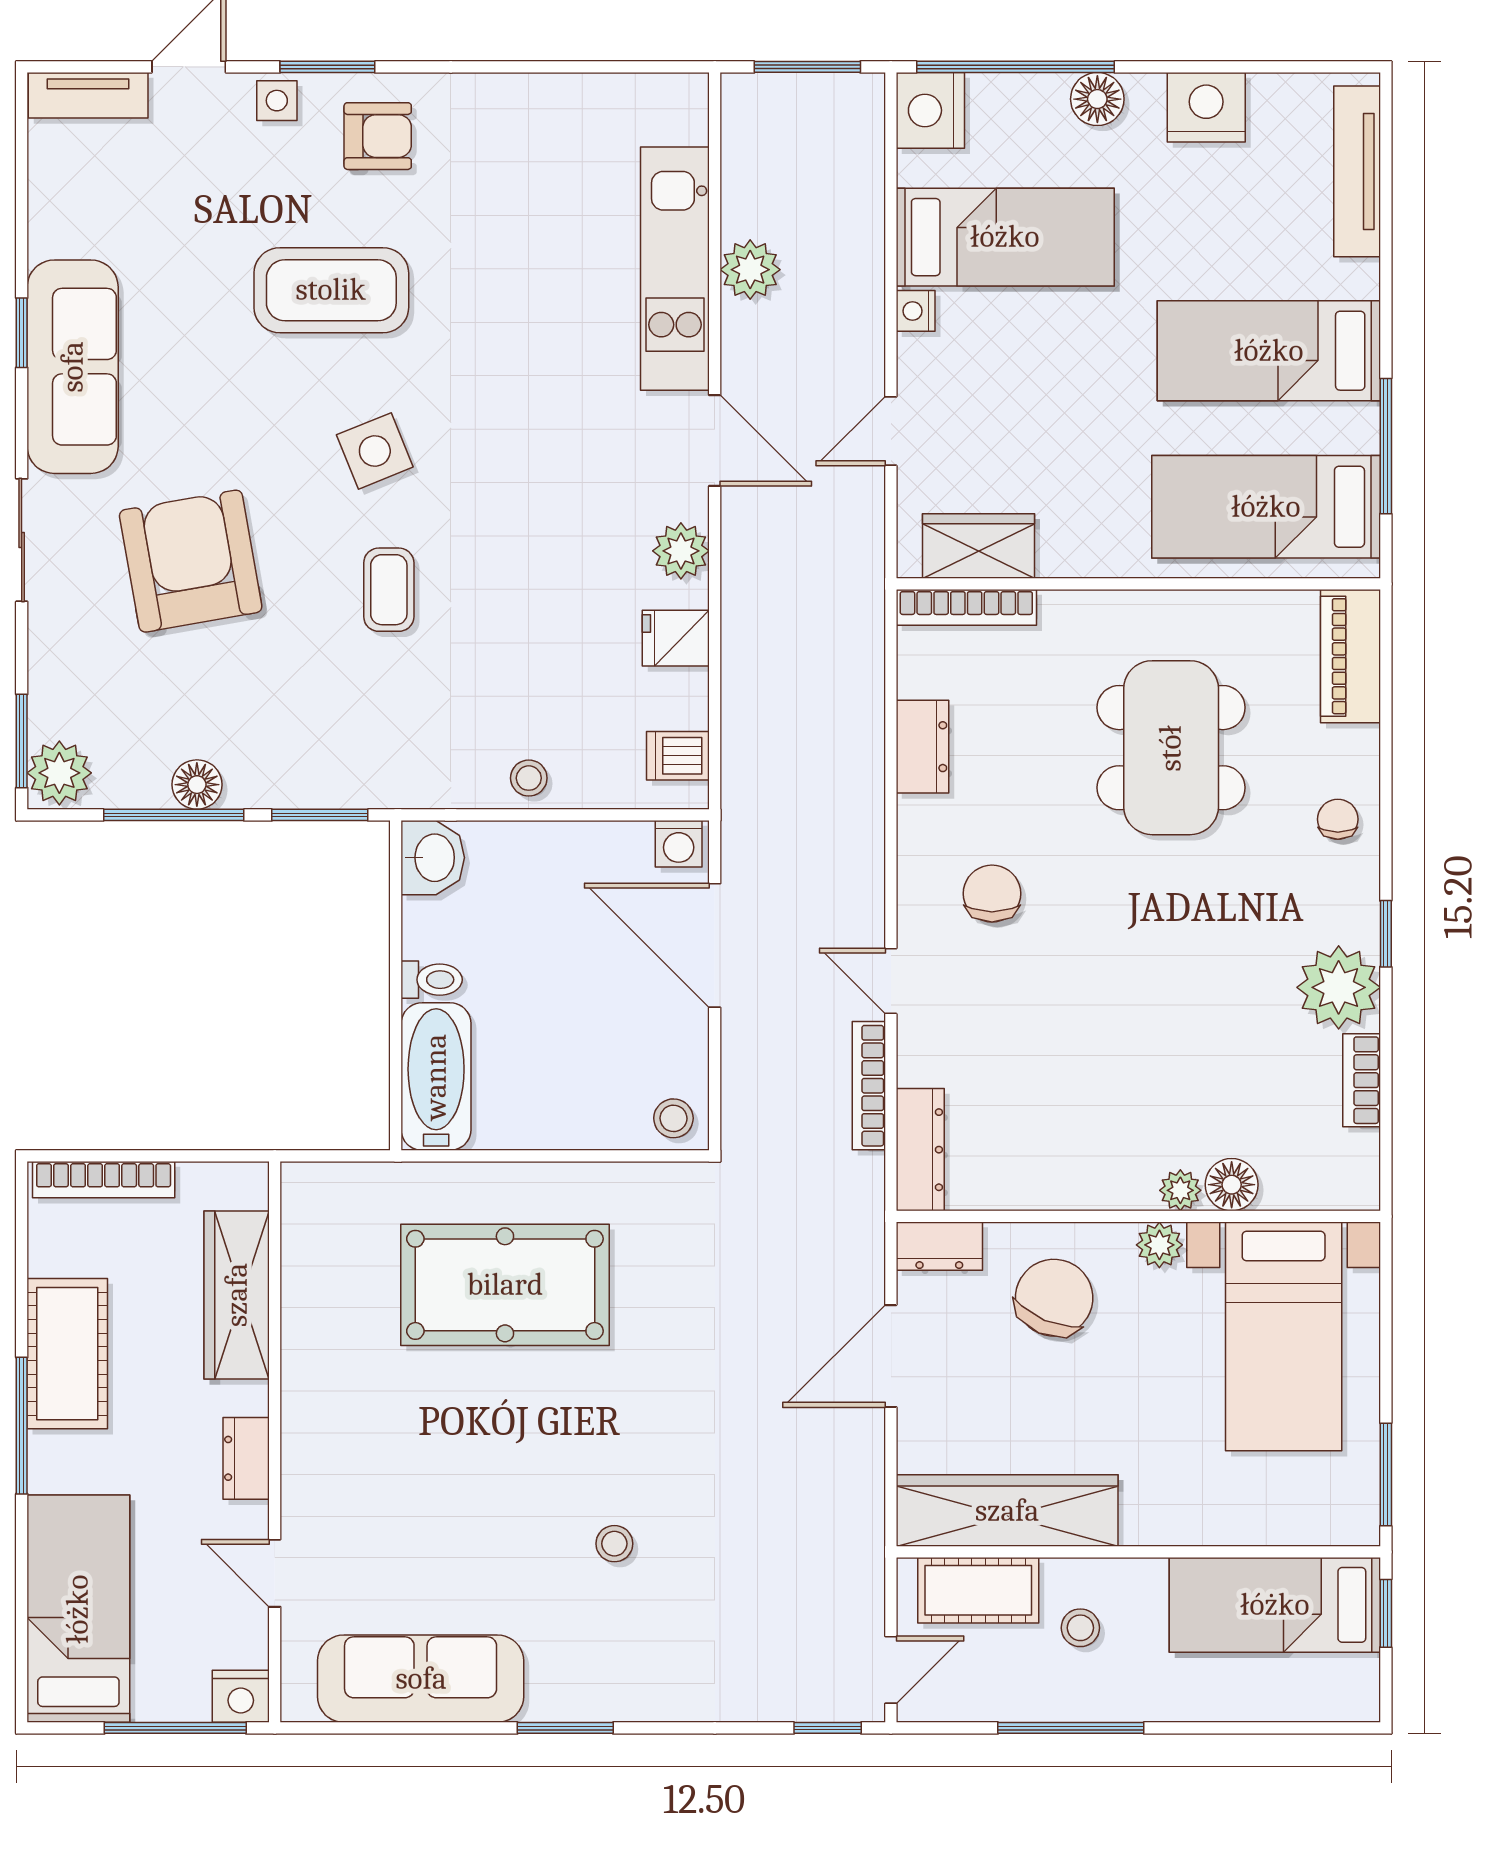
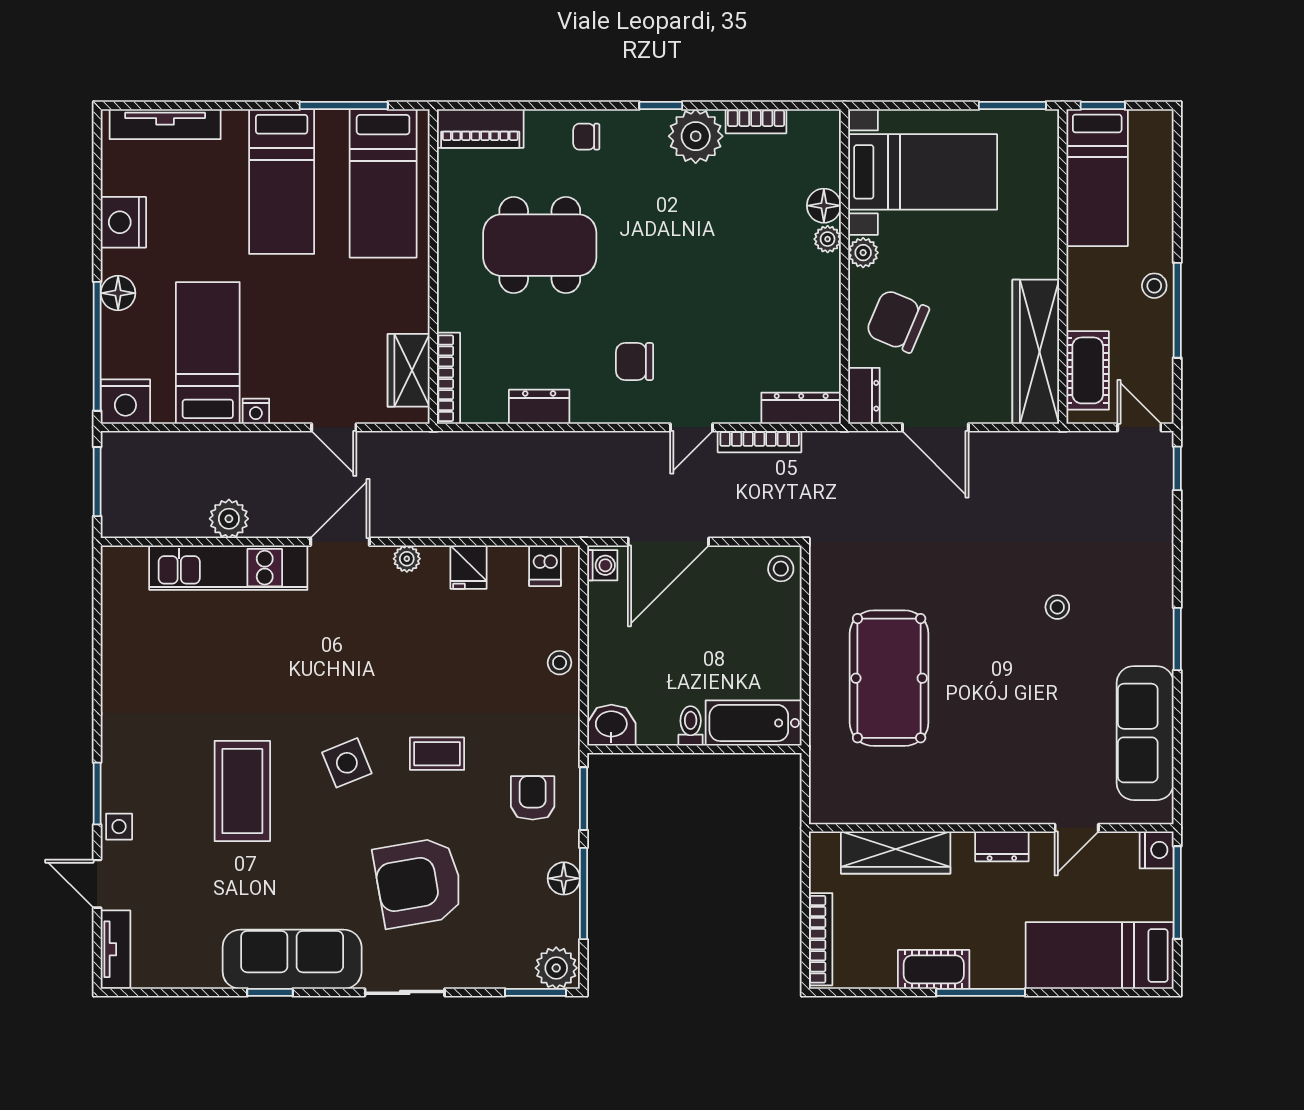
armchair: (378, 136) -> (533, 798), moved
plant: (681, 551) -> (407, 559), width x0.73, depth x0.73
cot: (67, 1354) -> (934, 969), width x0.73, depth x0.75
stool: (1080, 1628) -> (1154, 286), moved

